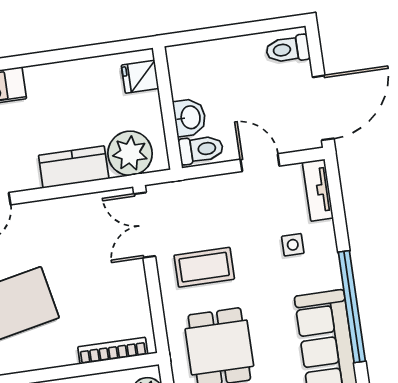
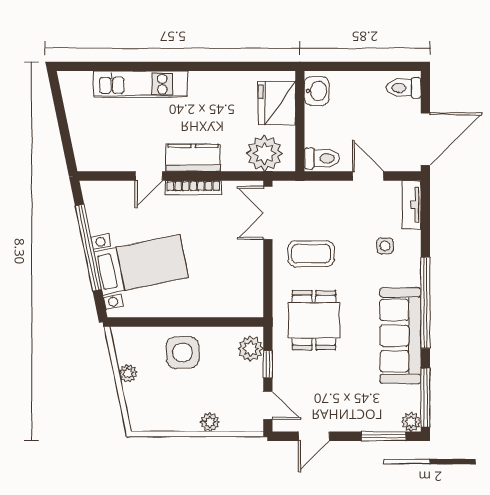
fridge: (140, 77) -> (277, 103), width x1.88, depth x1.34
washbasin: (190, 117) -> (317, 91), moved
kitchen counter: (74, 167) -> (193, 158), moved
bookcase: (113, 351) -> (193, 188), moved, turned 180

